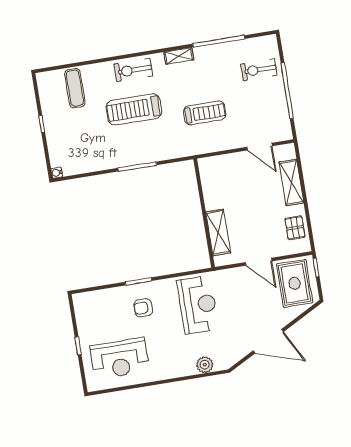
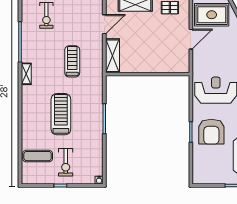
exercise bike: (133, 70) -> (66, 162), moved
treadmill: (134, 109) -> (61, 114), turned 180
shelving: (218, 232) -> (112, 56), moved, turned 90
armchair: (143, 308) -> (211, 132), width x1.88, depth x1.88

